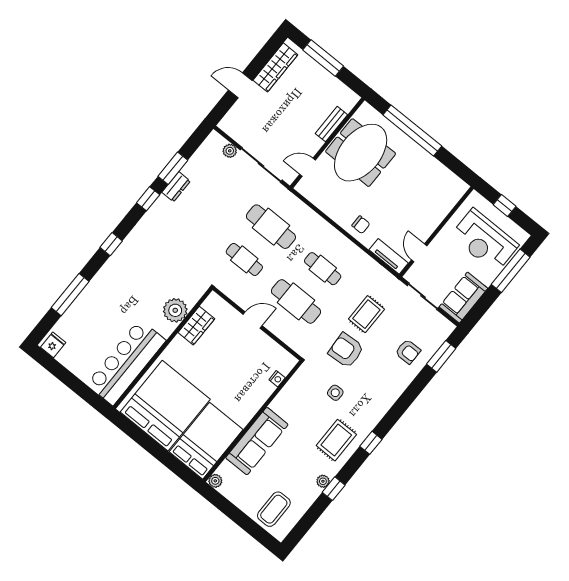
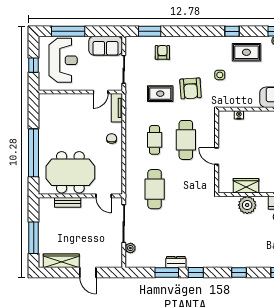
cafe table: (244, 259) -> (186, 189), removed

